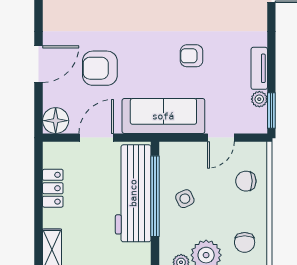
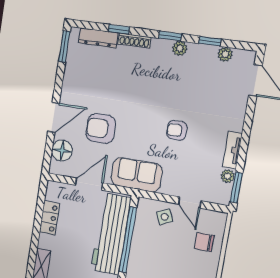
sofa: (163, 116) -> (137, 175), width x0.73
floor lamp: (56, 121) -> (62, 151), moved
door: (221, 138) -> (190, 202), hinge flipped
side table: (185, 199) -> (165, 217), moved

